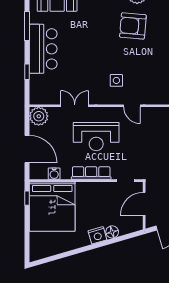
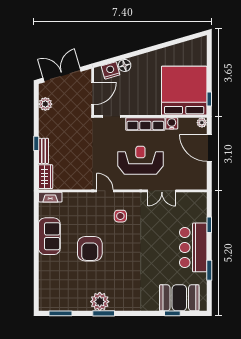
window: (27, 26) -> (209, 270), width x0.69
armchair: (133, 26) -> (90, 249), moved, turned 85
plant: (39, 116) -> (202, 123), moved, width x0.53, depth x0.53
water cooler: (54, 174) -> (172, 123), moved
nightstand: (97, 235) -> (111, 70), moved

